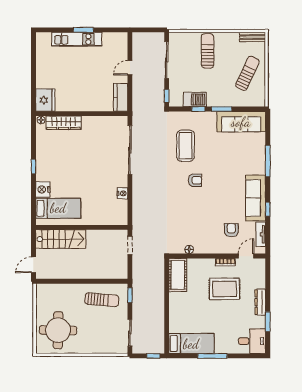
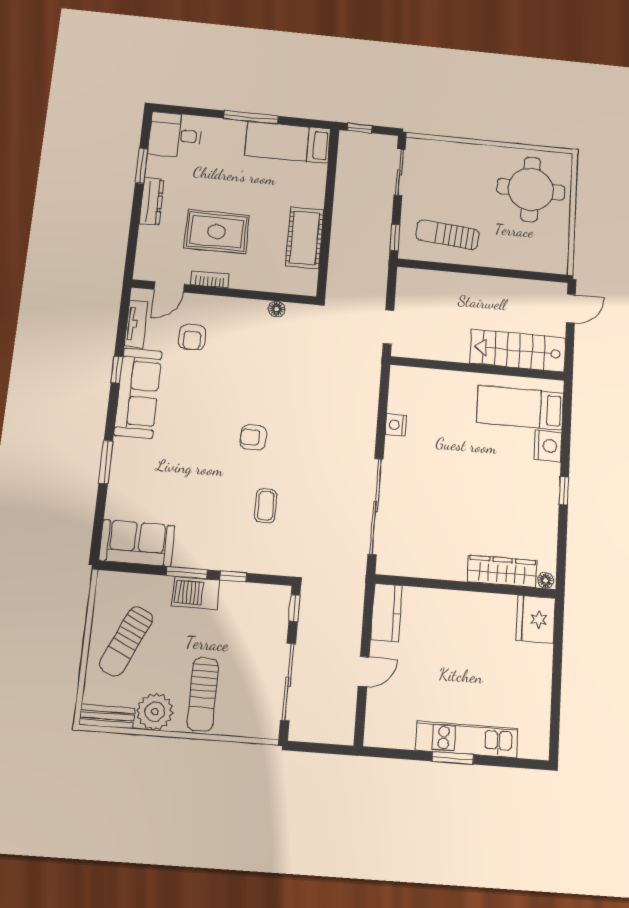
plant: (230, 41) -> (155, 712), added
barbecue: (195, 99) -> (196, 593), moved
sofa: (241, 122) -> (137, 543), width x0.73
coffee table: (185, 146) -> (266, 506), width x0.54, depth x0.58
window: (268, 161) -> (106, 462), width x0.69
cot: (178, 275) -> (305, 238), moved

